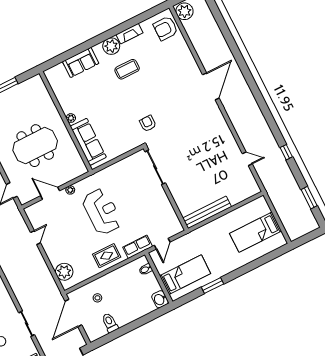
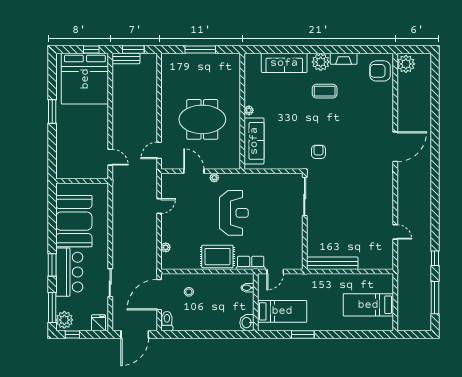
sofa: (81, 62) -> (284, 63), width x1.36
window: (286, 152) -> (435, 258), moved
window: (309, 198) -> (435, 298), width x1.44
rug: (107, 256) -> (217, 257), width x1.36, depth x1.43
plant: (64, 272) -> (166, 247), width x0.53, depth x0.53
toilet: (110, 323) -> (167, 321), moved

